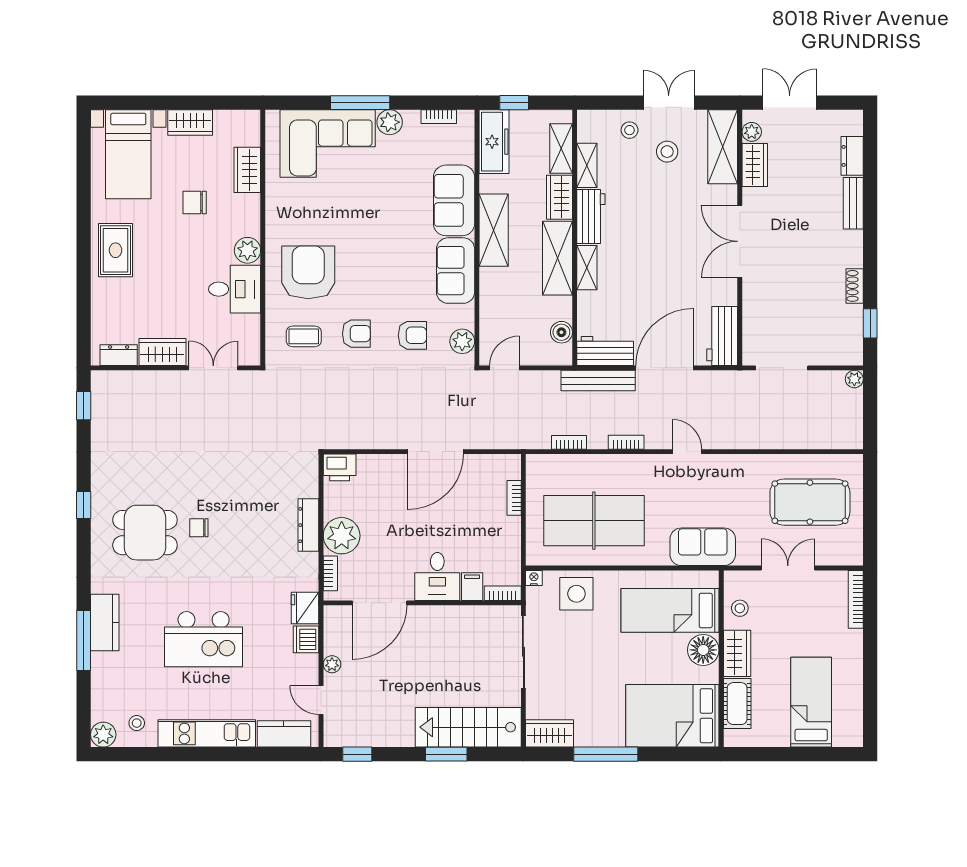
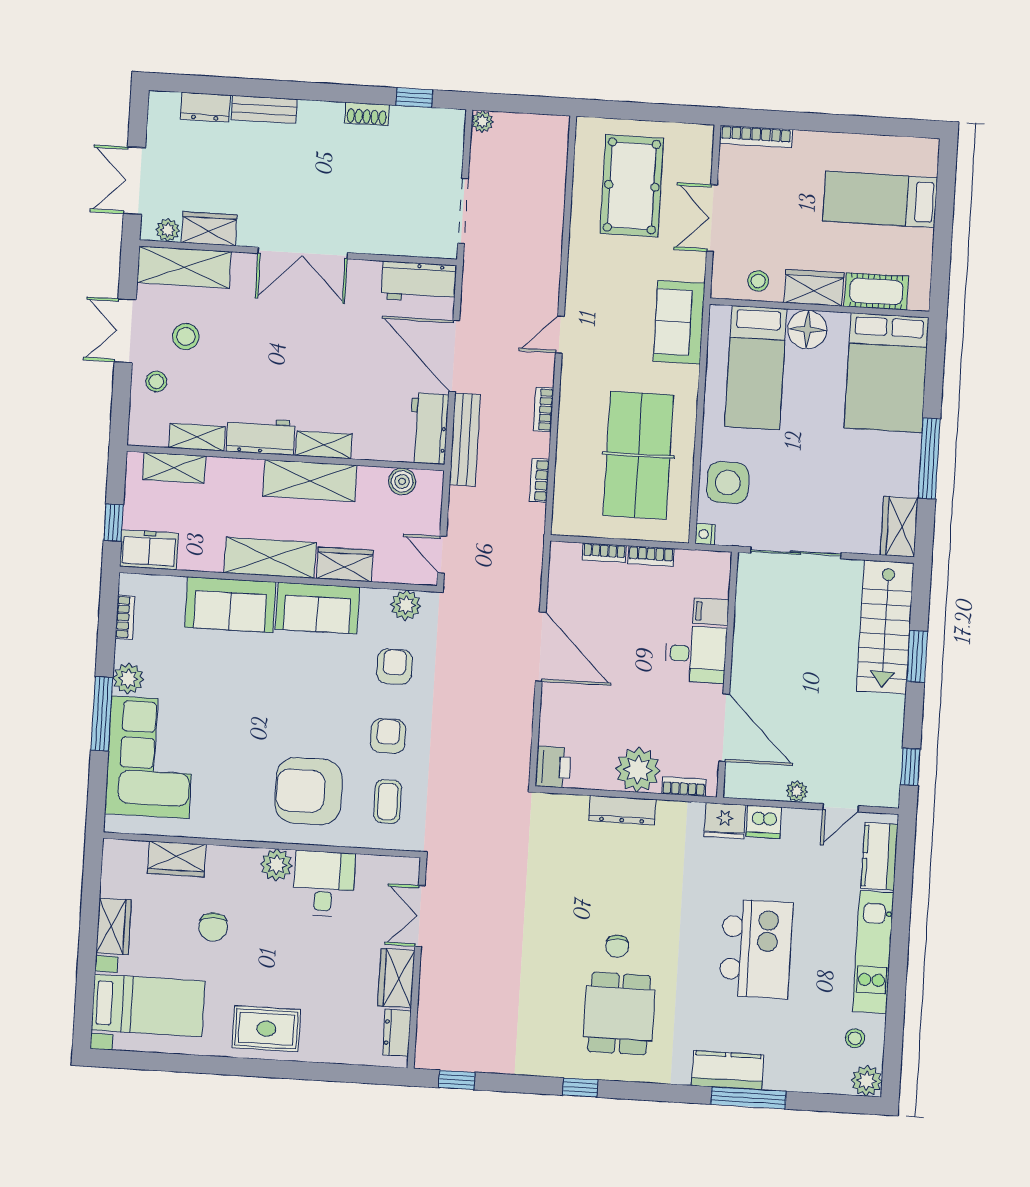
freezer: (494, 142) -> (149, 550), width x0.71
wardrobe: (559, 197) -> (345, 564), moved, turned 180
bookcase: (503, 593) -> (651, 556), moved, turned -90

